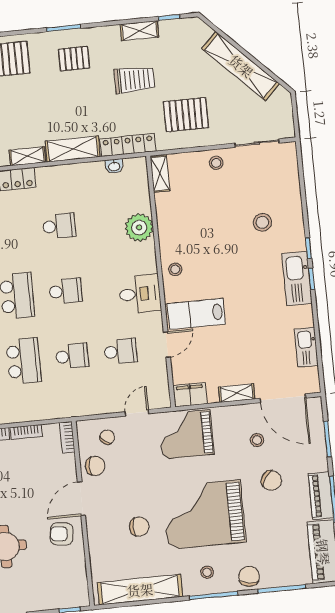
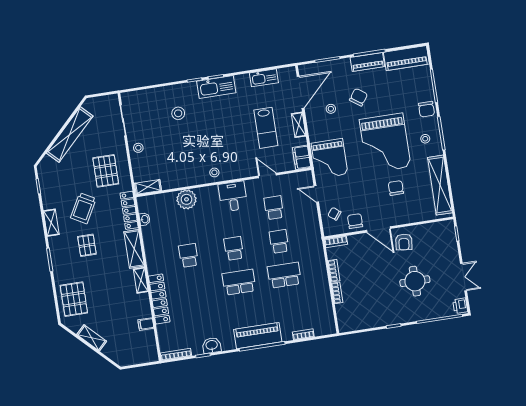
shelving: (139, 31) -> (51, 223), moved
pallet: (74, 59) -> (87, 245), moved
trolley: (134, 80) -> (83, 208), turned -151
lab bench: (196, 314) -> (266, 128), moved
chair: (249, 576) -> (426, 109), turned -97

